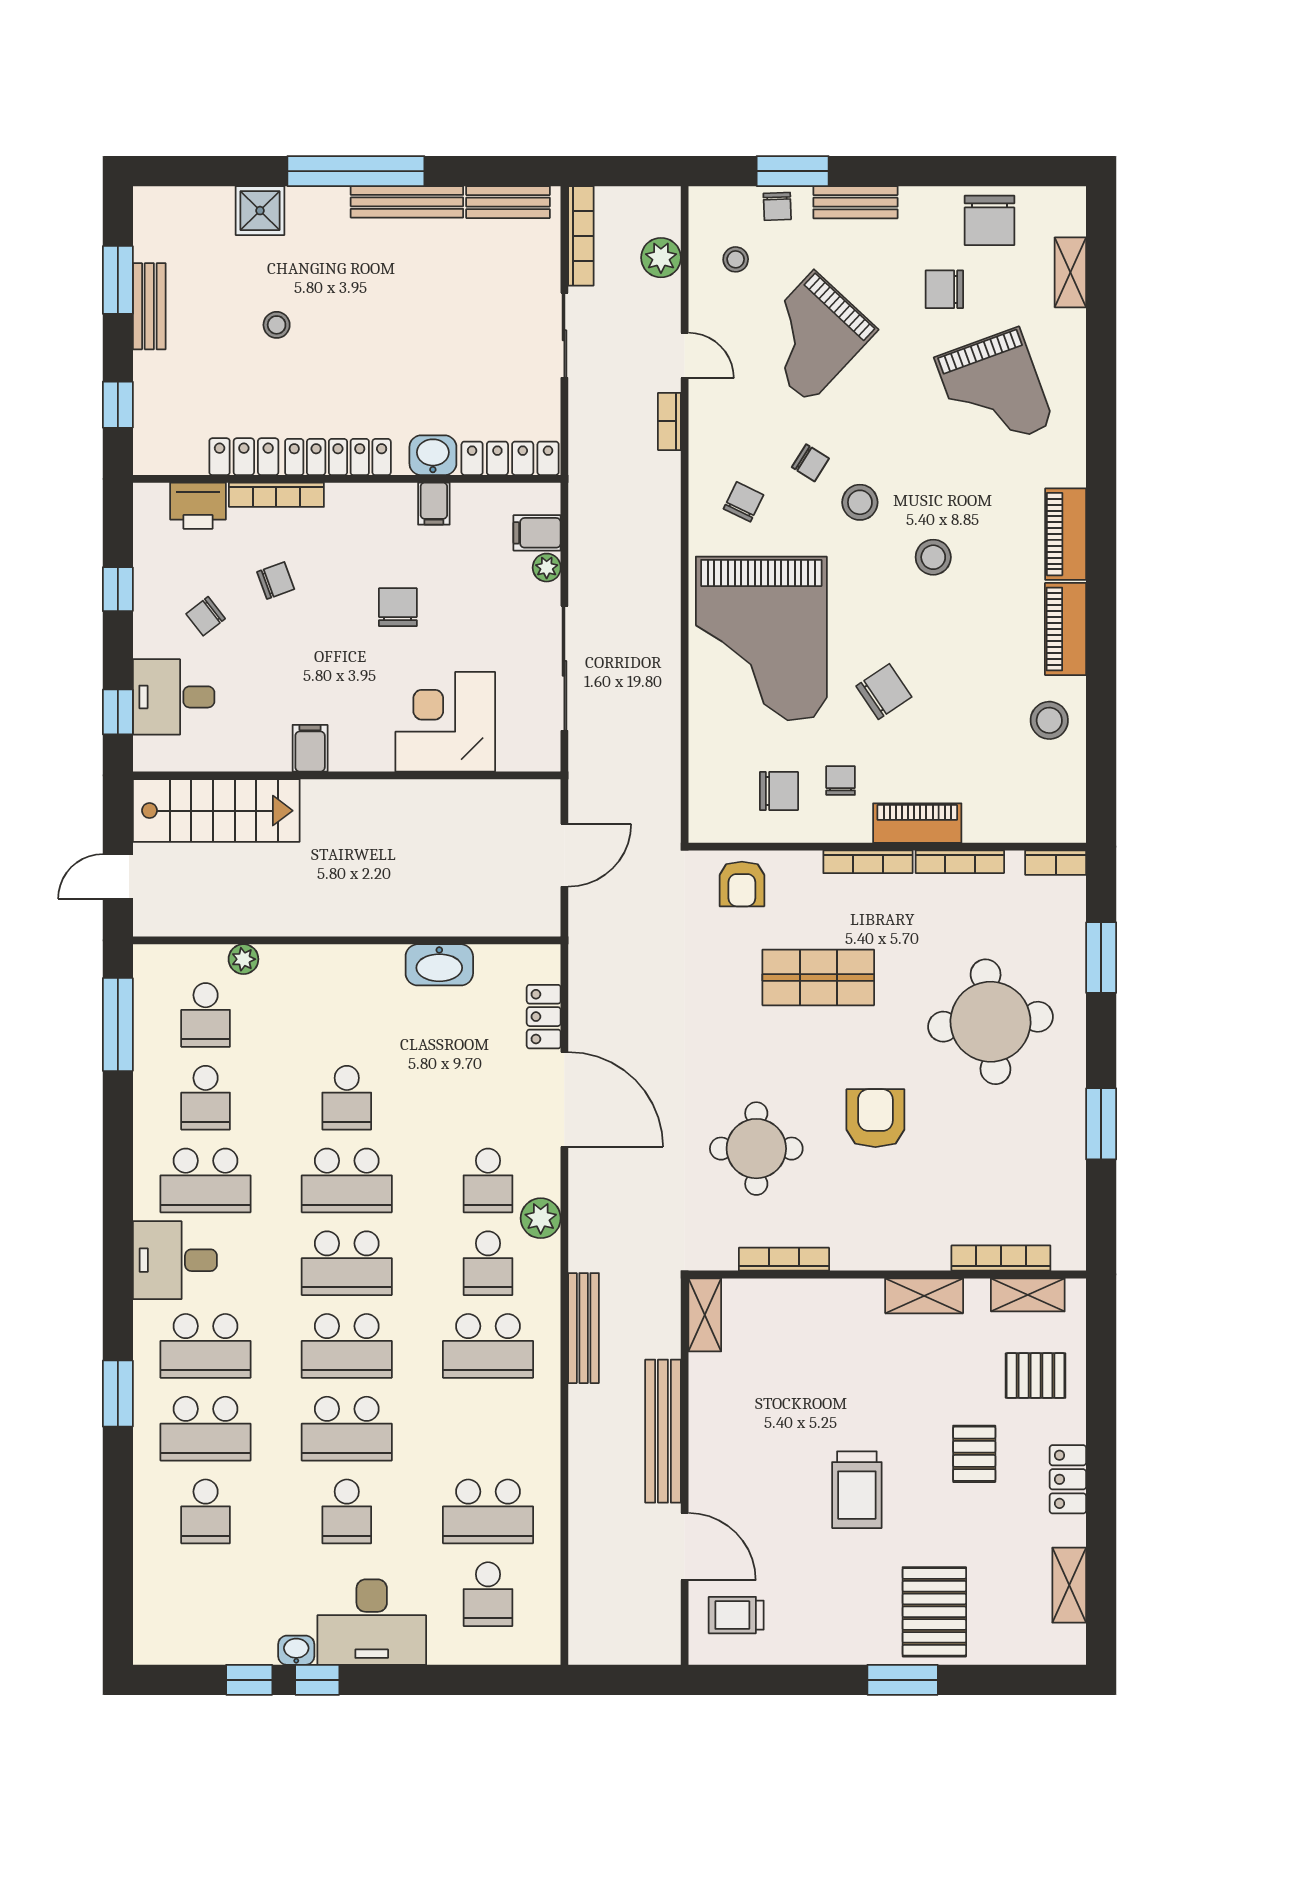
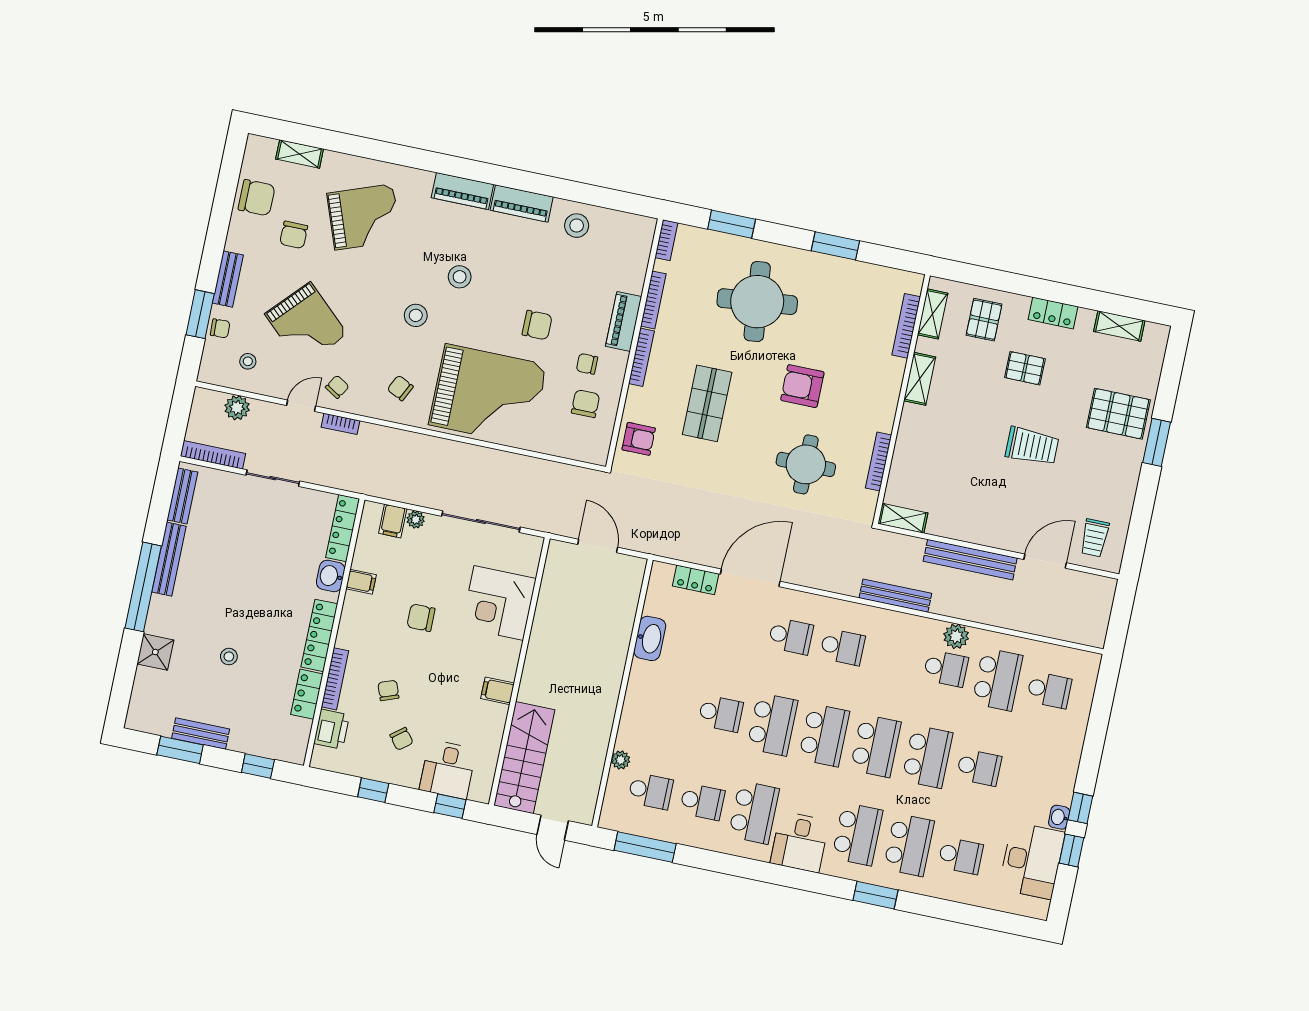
chair: (810, 463) -> (337, 387), moved
chair: (884, 692) -> (537, 325), turned 124
plant: (541, 1218) -> (956, 636), moved
school desk: (488, 1346) -> (946, 669), moved, width x0.54
desk: (372, 1622) -> (1032, 861), moved

